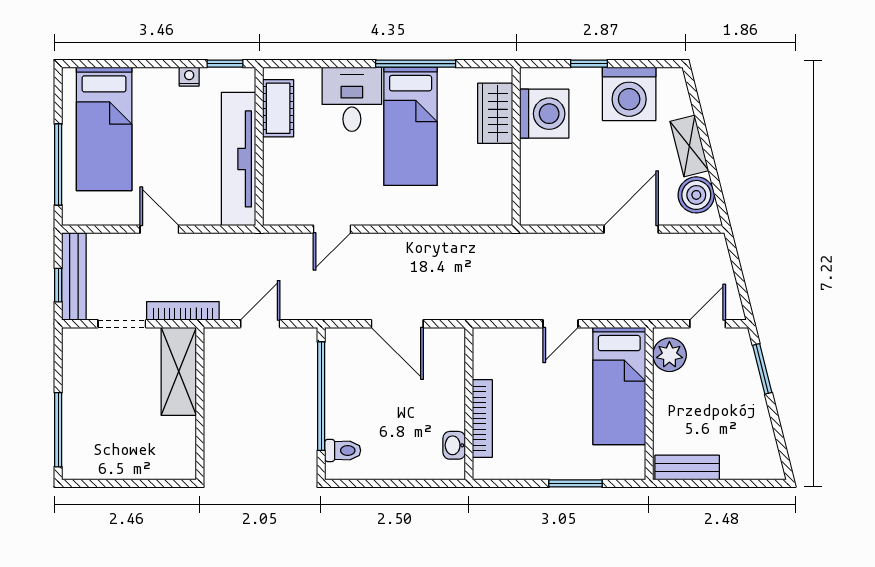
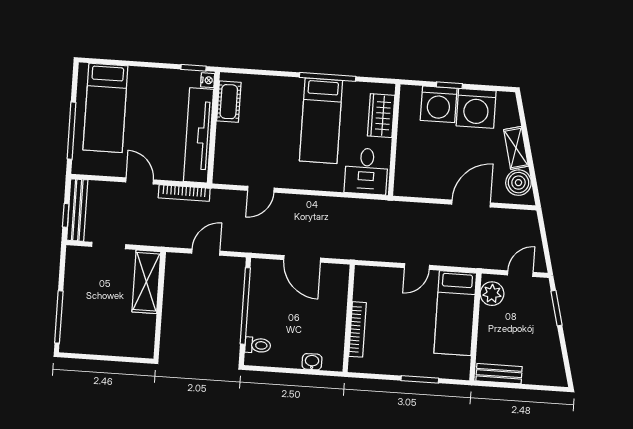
nightstand: (189, 77) -> (208, 80), moved, turned 90
desk: (352, 99) -> (366, 171), moved, turned 180
washing machine: (544, 114) -> (439, 104), moved, turned 90
bookcase: (183, 311) -> (184, 193), moved, turned 180
washbasin: (454, 445) -> (312, 362), moved, turned 90

